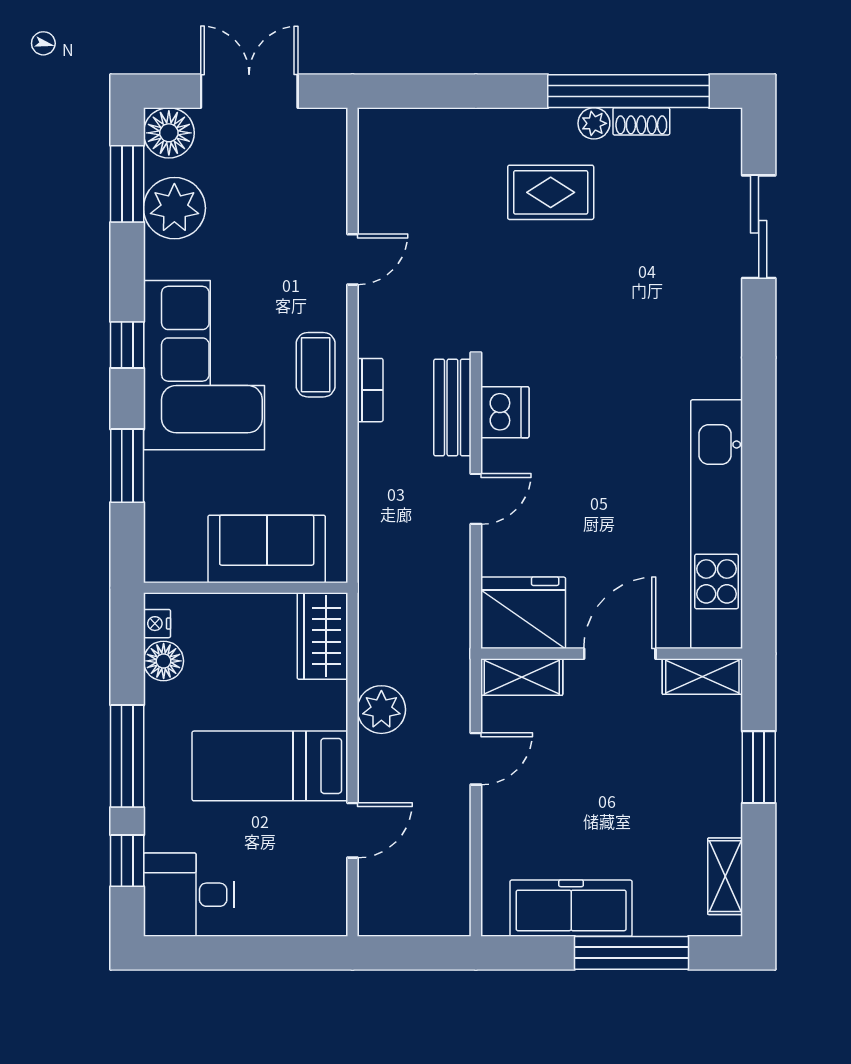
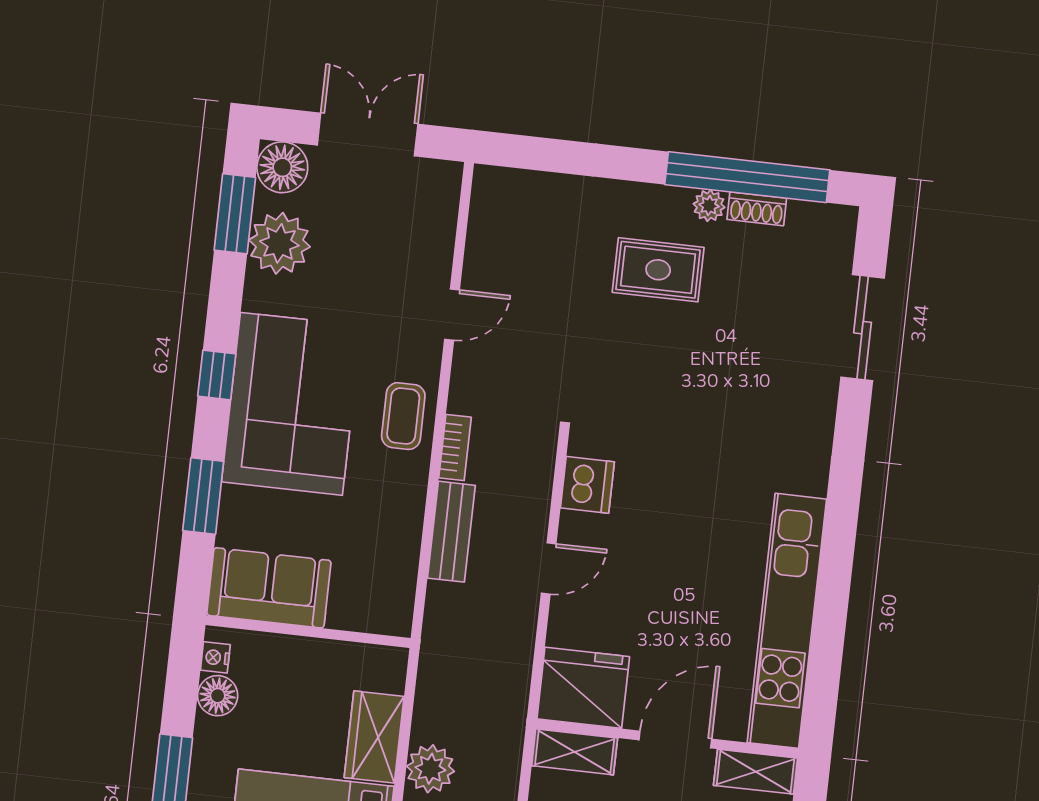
bench: (452, 407) -> (451, 532), moved
sofa: (267, 549) -> (269, 588), moved
wardrobe: (322, 636) -> (374, 737), moved

